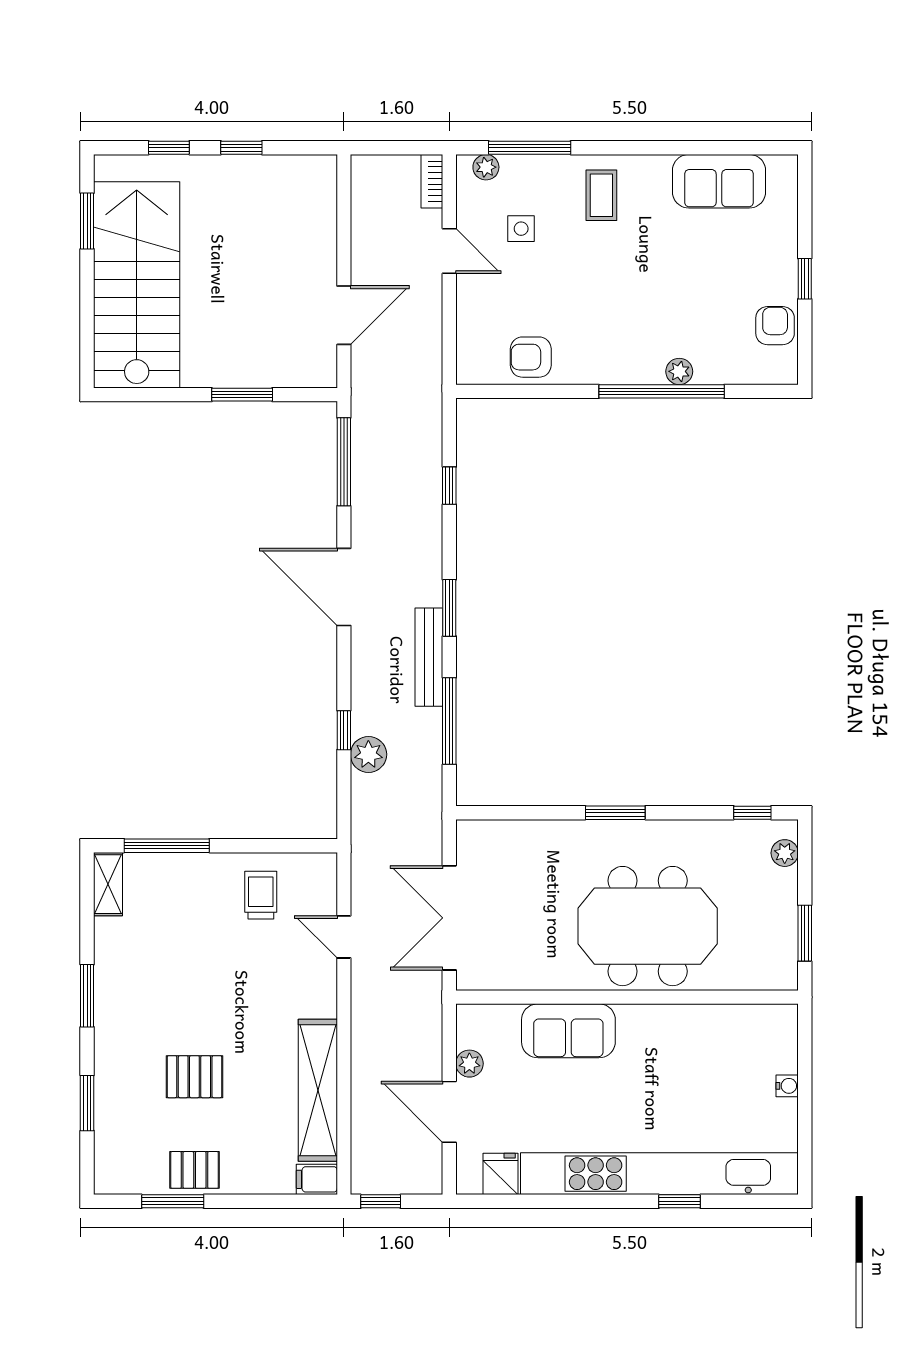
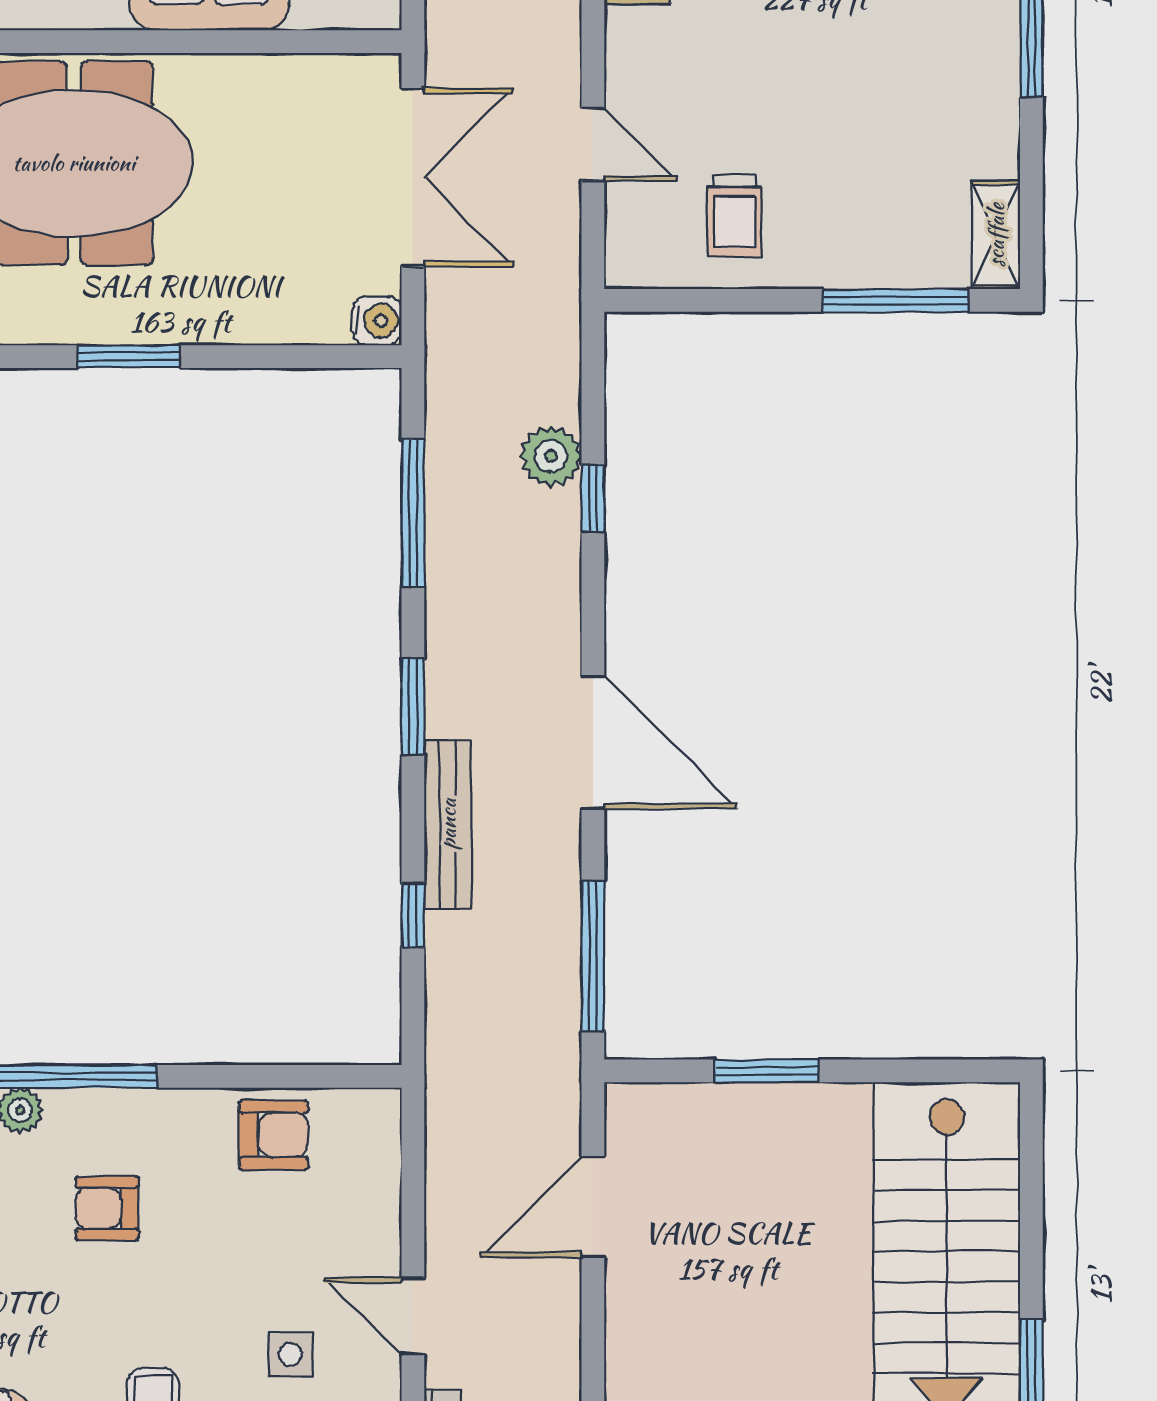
armchair: (628, 314) -> (107, 1208), added
bench: (429, 657) -> (448, 824), moved
water cooler: (470, 834) -> (377, 321), added

